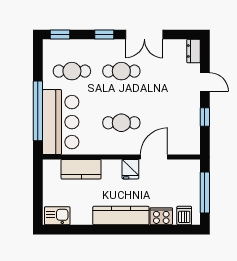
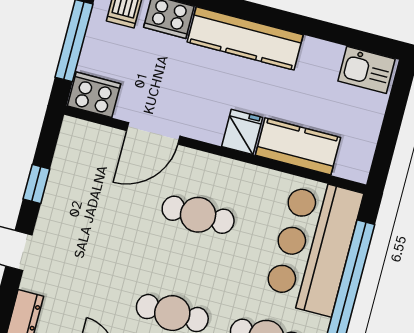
cooker: (188, 168) -> (94, 95), added
fridge: (130, 169) -> (242, 132), moved

